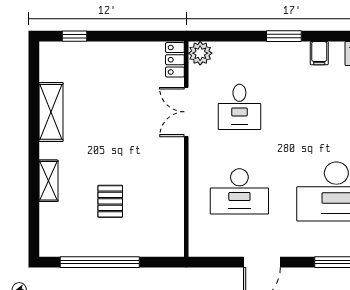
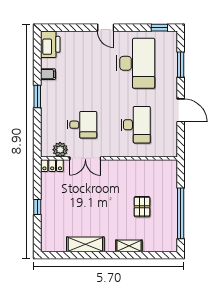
window: (75, 36) -> (37, 207), moved
plant: (200, 53) -> (60, 150), moved
pallet: (110, 201) -> (142, 207), turned 90

